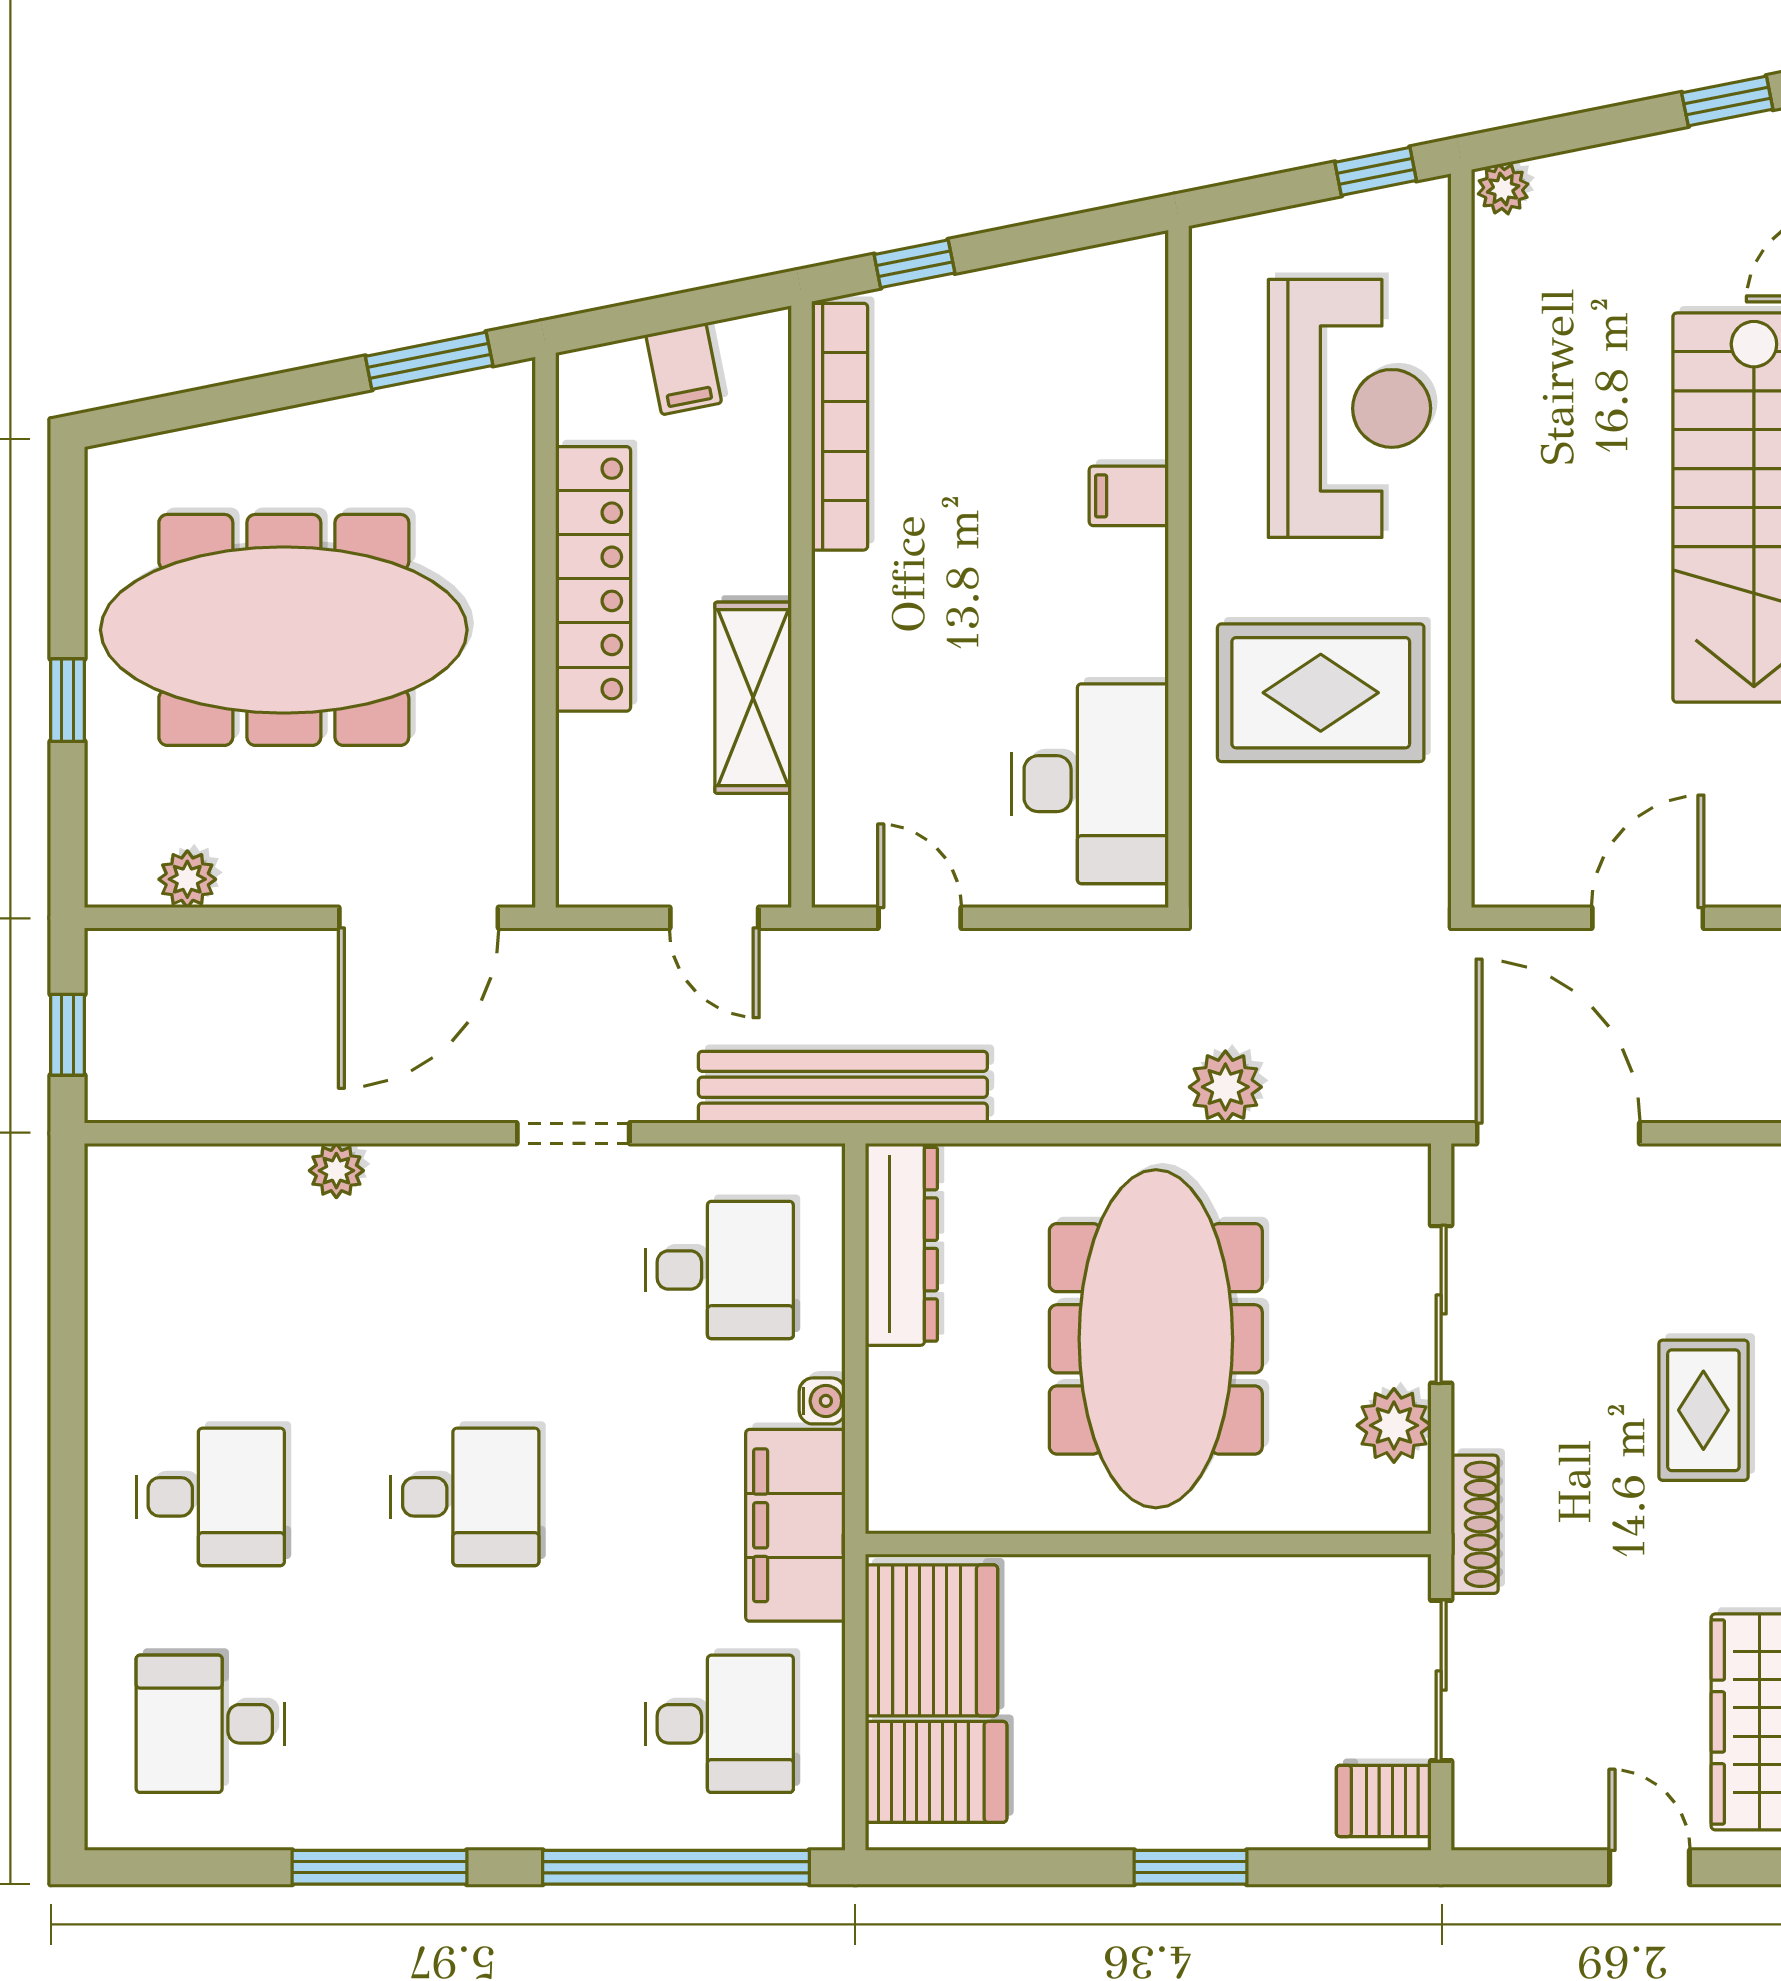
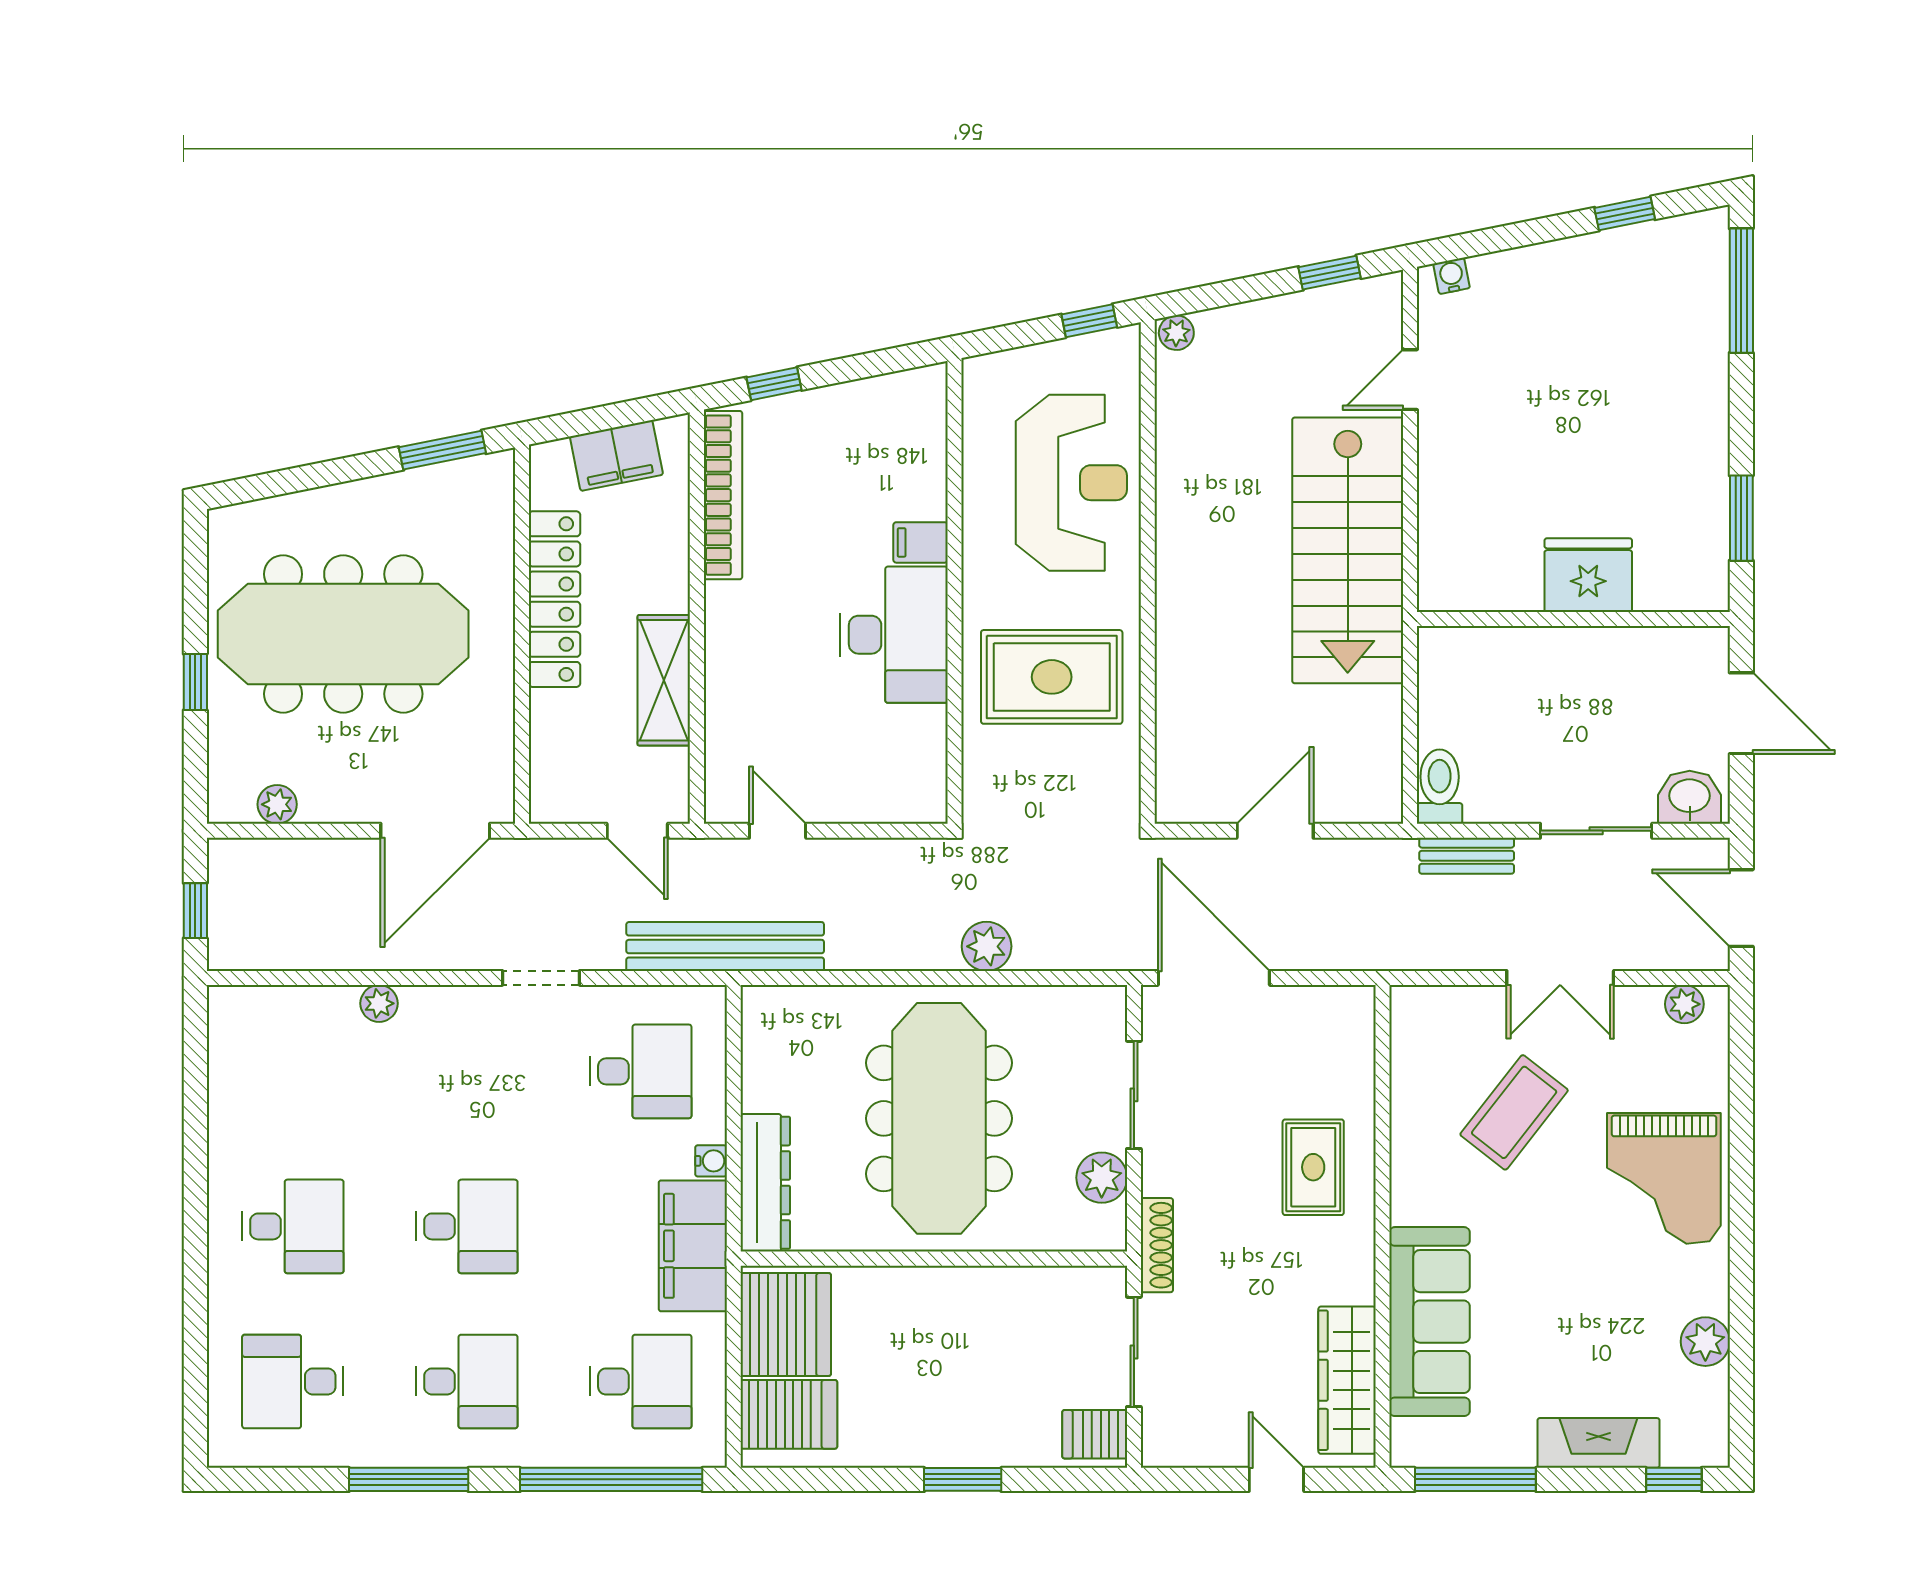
filing cabinet: (684, 369) -> (616, 456), width x2.00
desk: (1090, 784) -> (894, 635), moved
dresser: (901, 1244) -> (765, 1183), moved
desk: (465, 1724) -> (467, 1381), added

